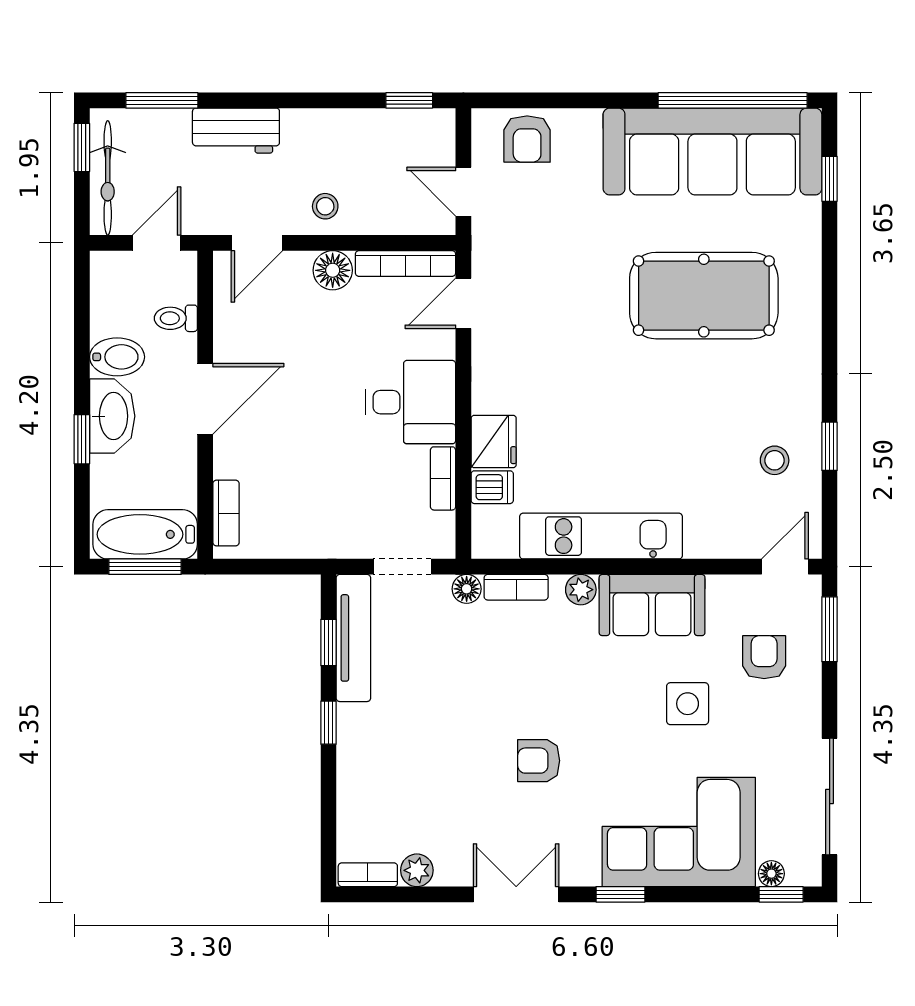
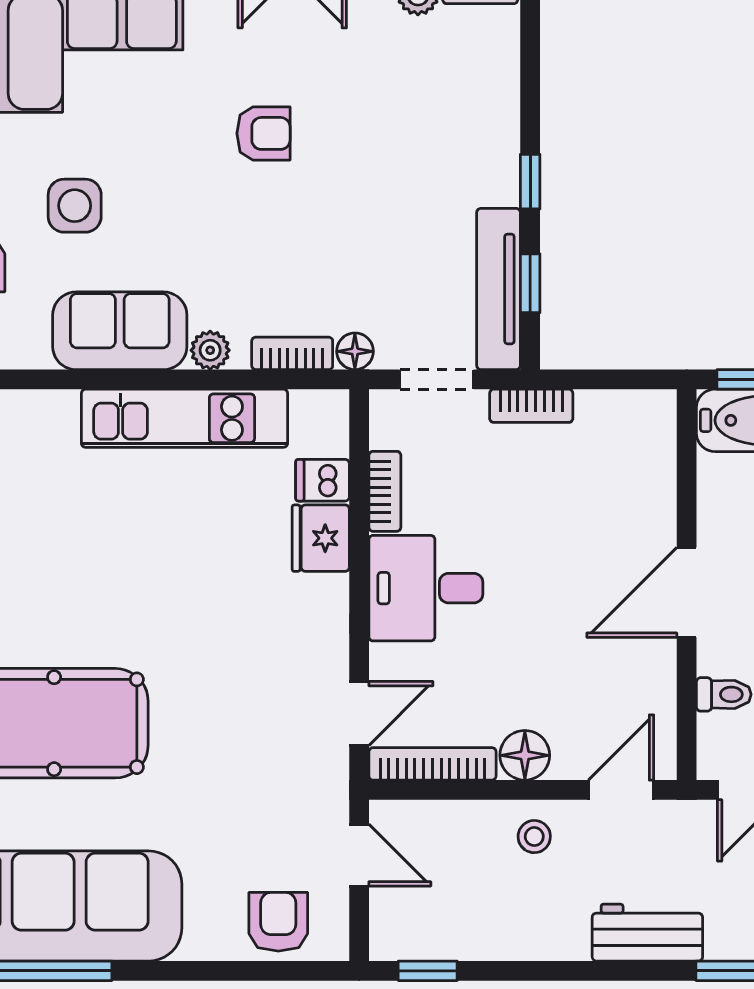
bookcase: (226, 513) -> (531, 406), moved, turned -90

